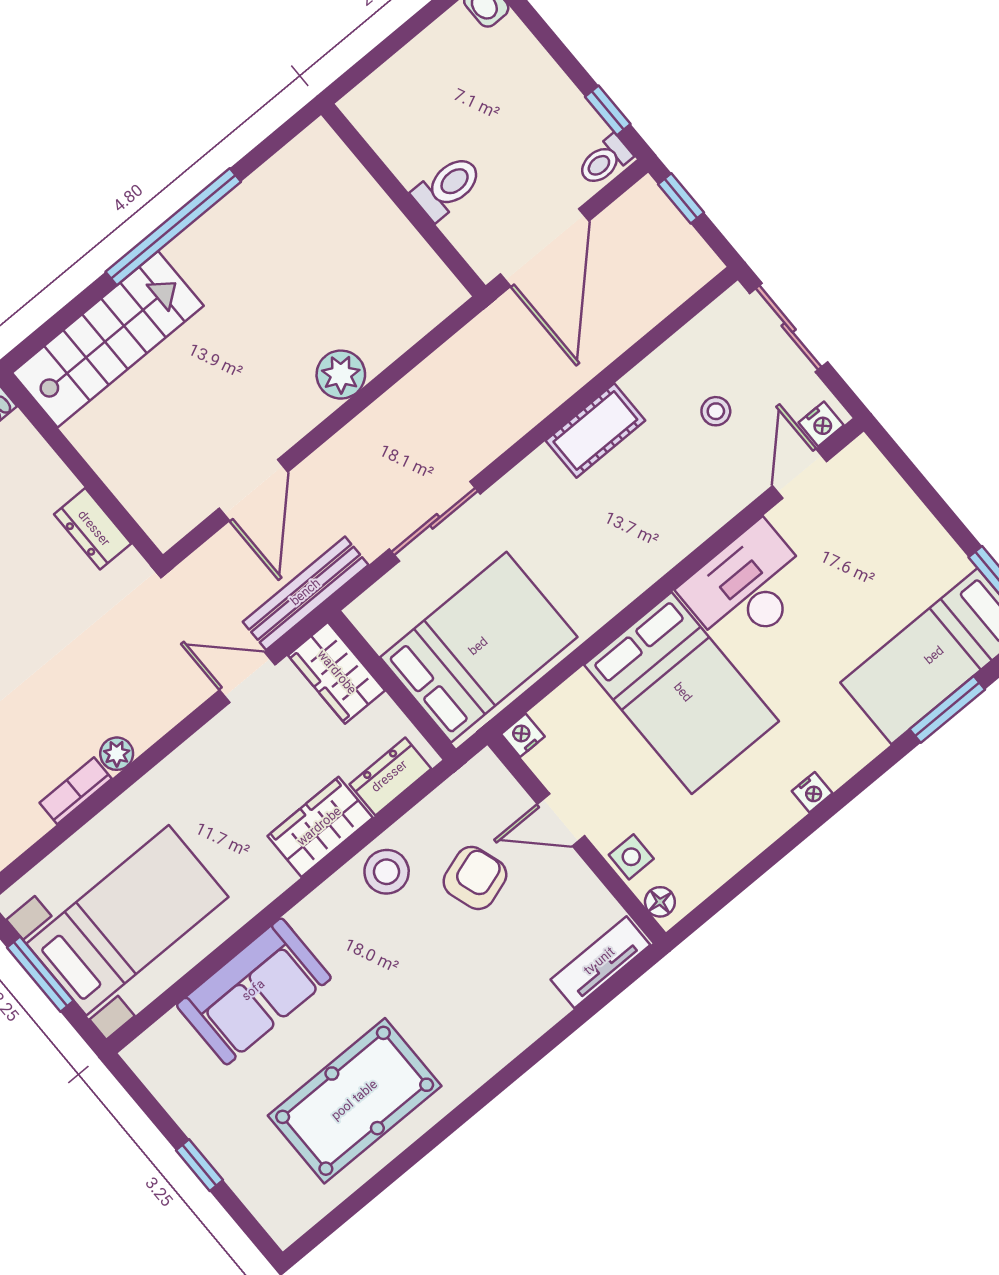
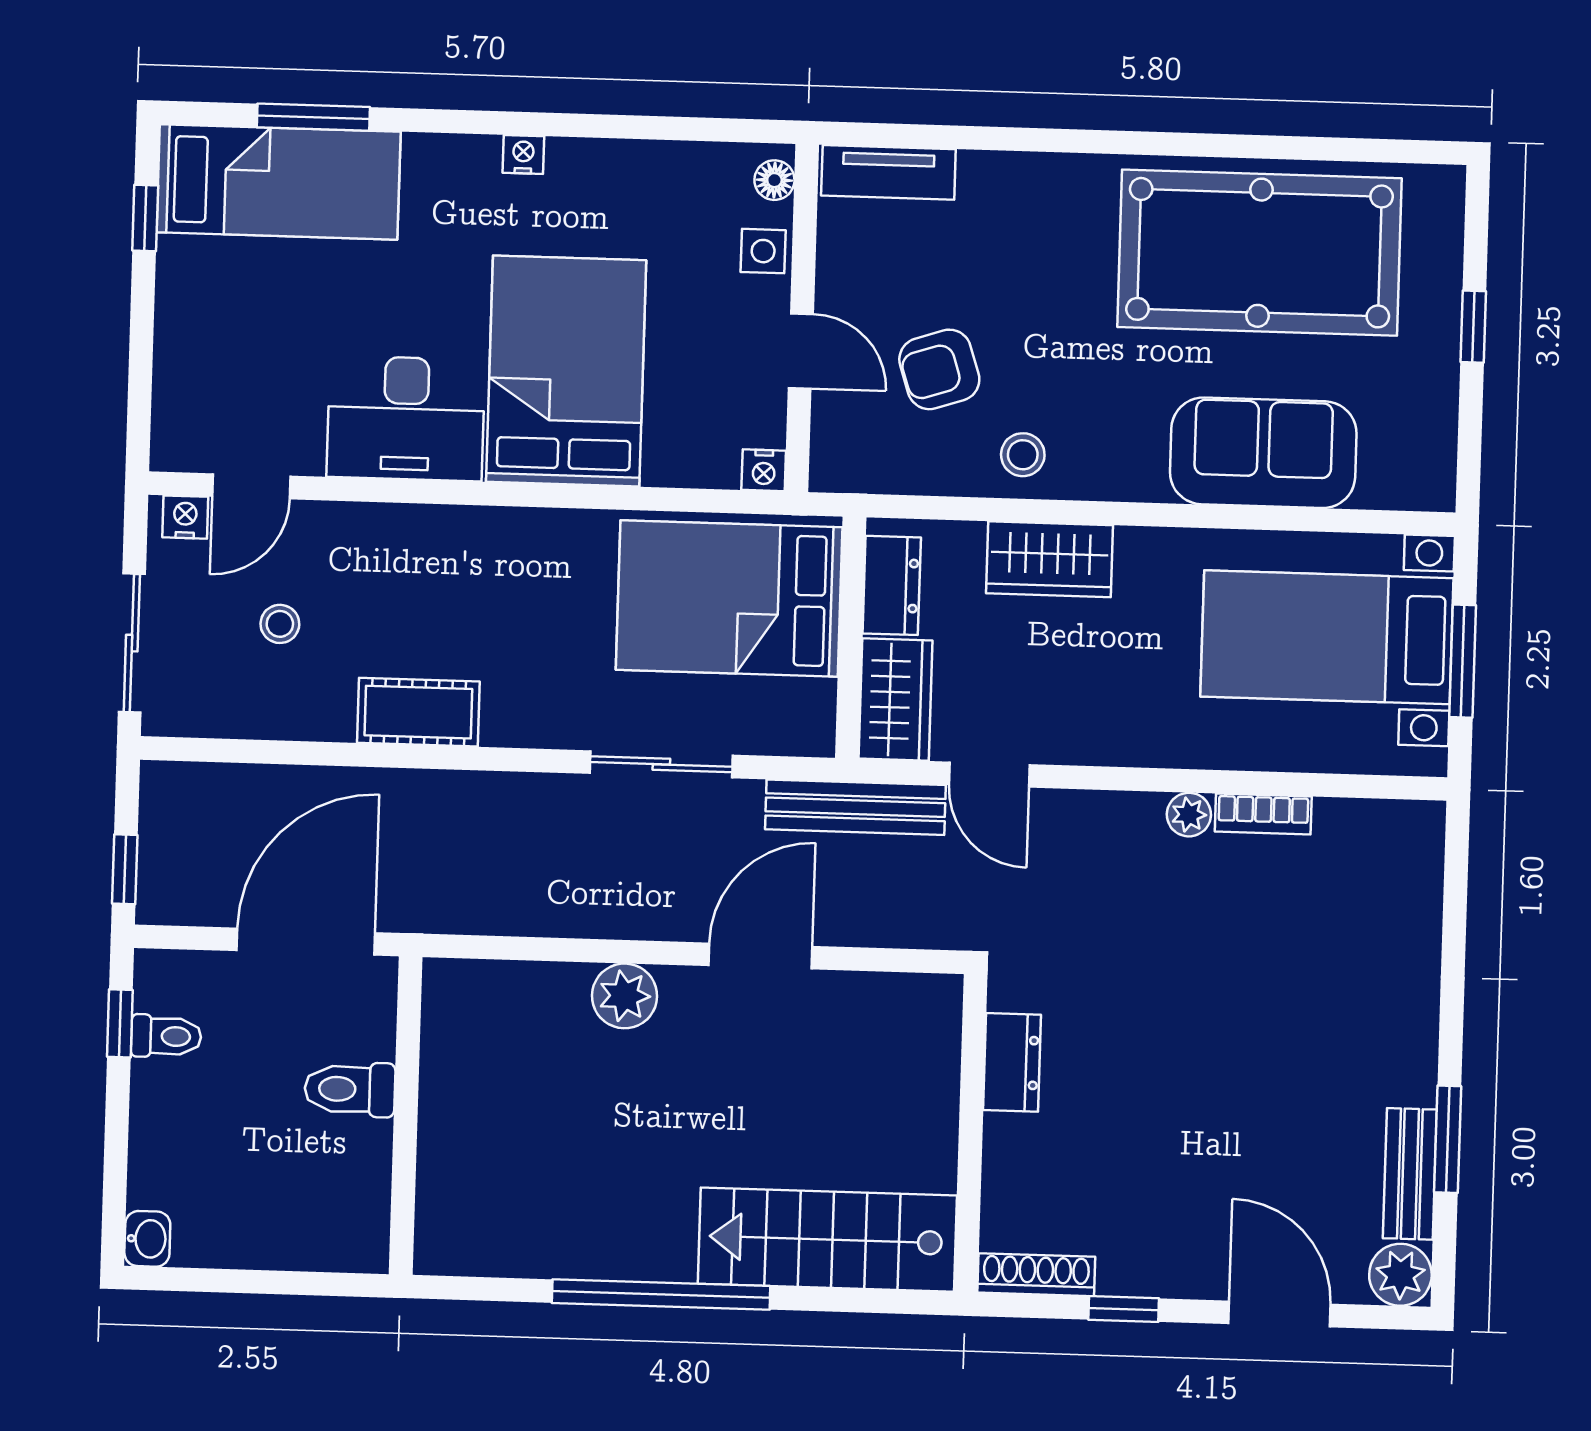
toilet: (605, 161) -> (166, 1036), moved
door: (253, 490) -> (761, 956), moved
dresser: (390, 777) -> (892, 585), moved, turned -90
stool: (387, 872) -> (1023, 455), width x0.73, depth x0.73
pool table: (355, 1101) -> (1260, 253), width x1.36, depth x1.32

